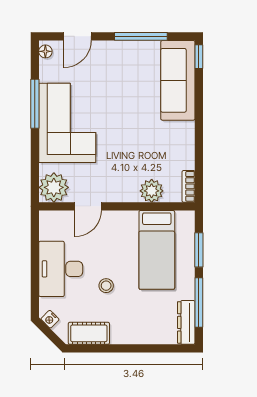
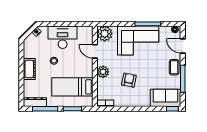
coffee table: (119, 53) -> (174, 67), added
sofa: (178, 80) -> (166, 98), width x0.73
armchair: (144, 141) -> (129, 80), added
plant: (152, 191) -> (103, 72), moved
cot: (89, 333) -> (29, 69), moved

